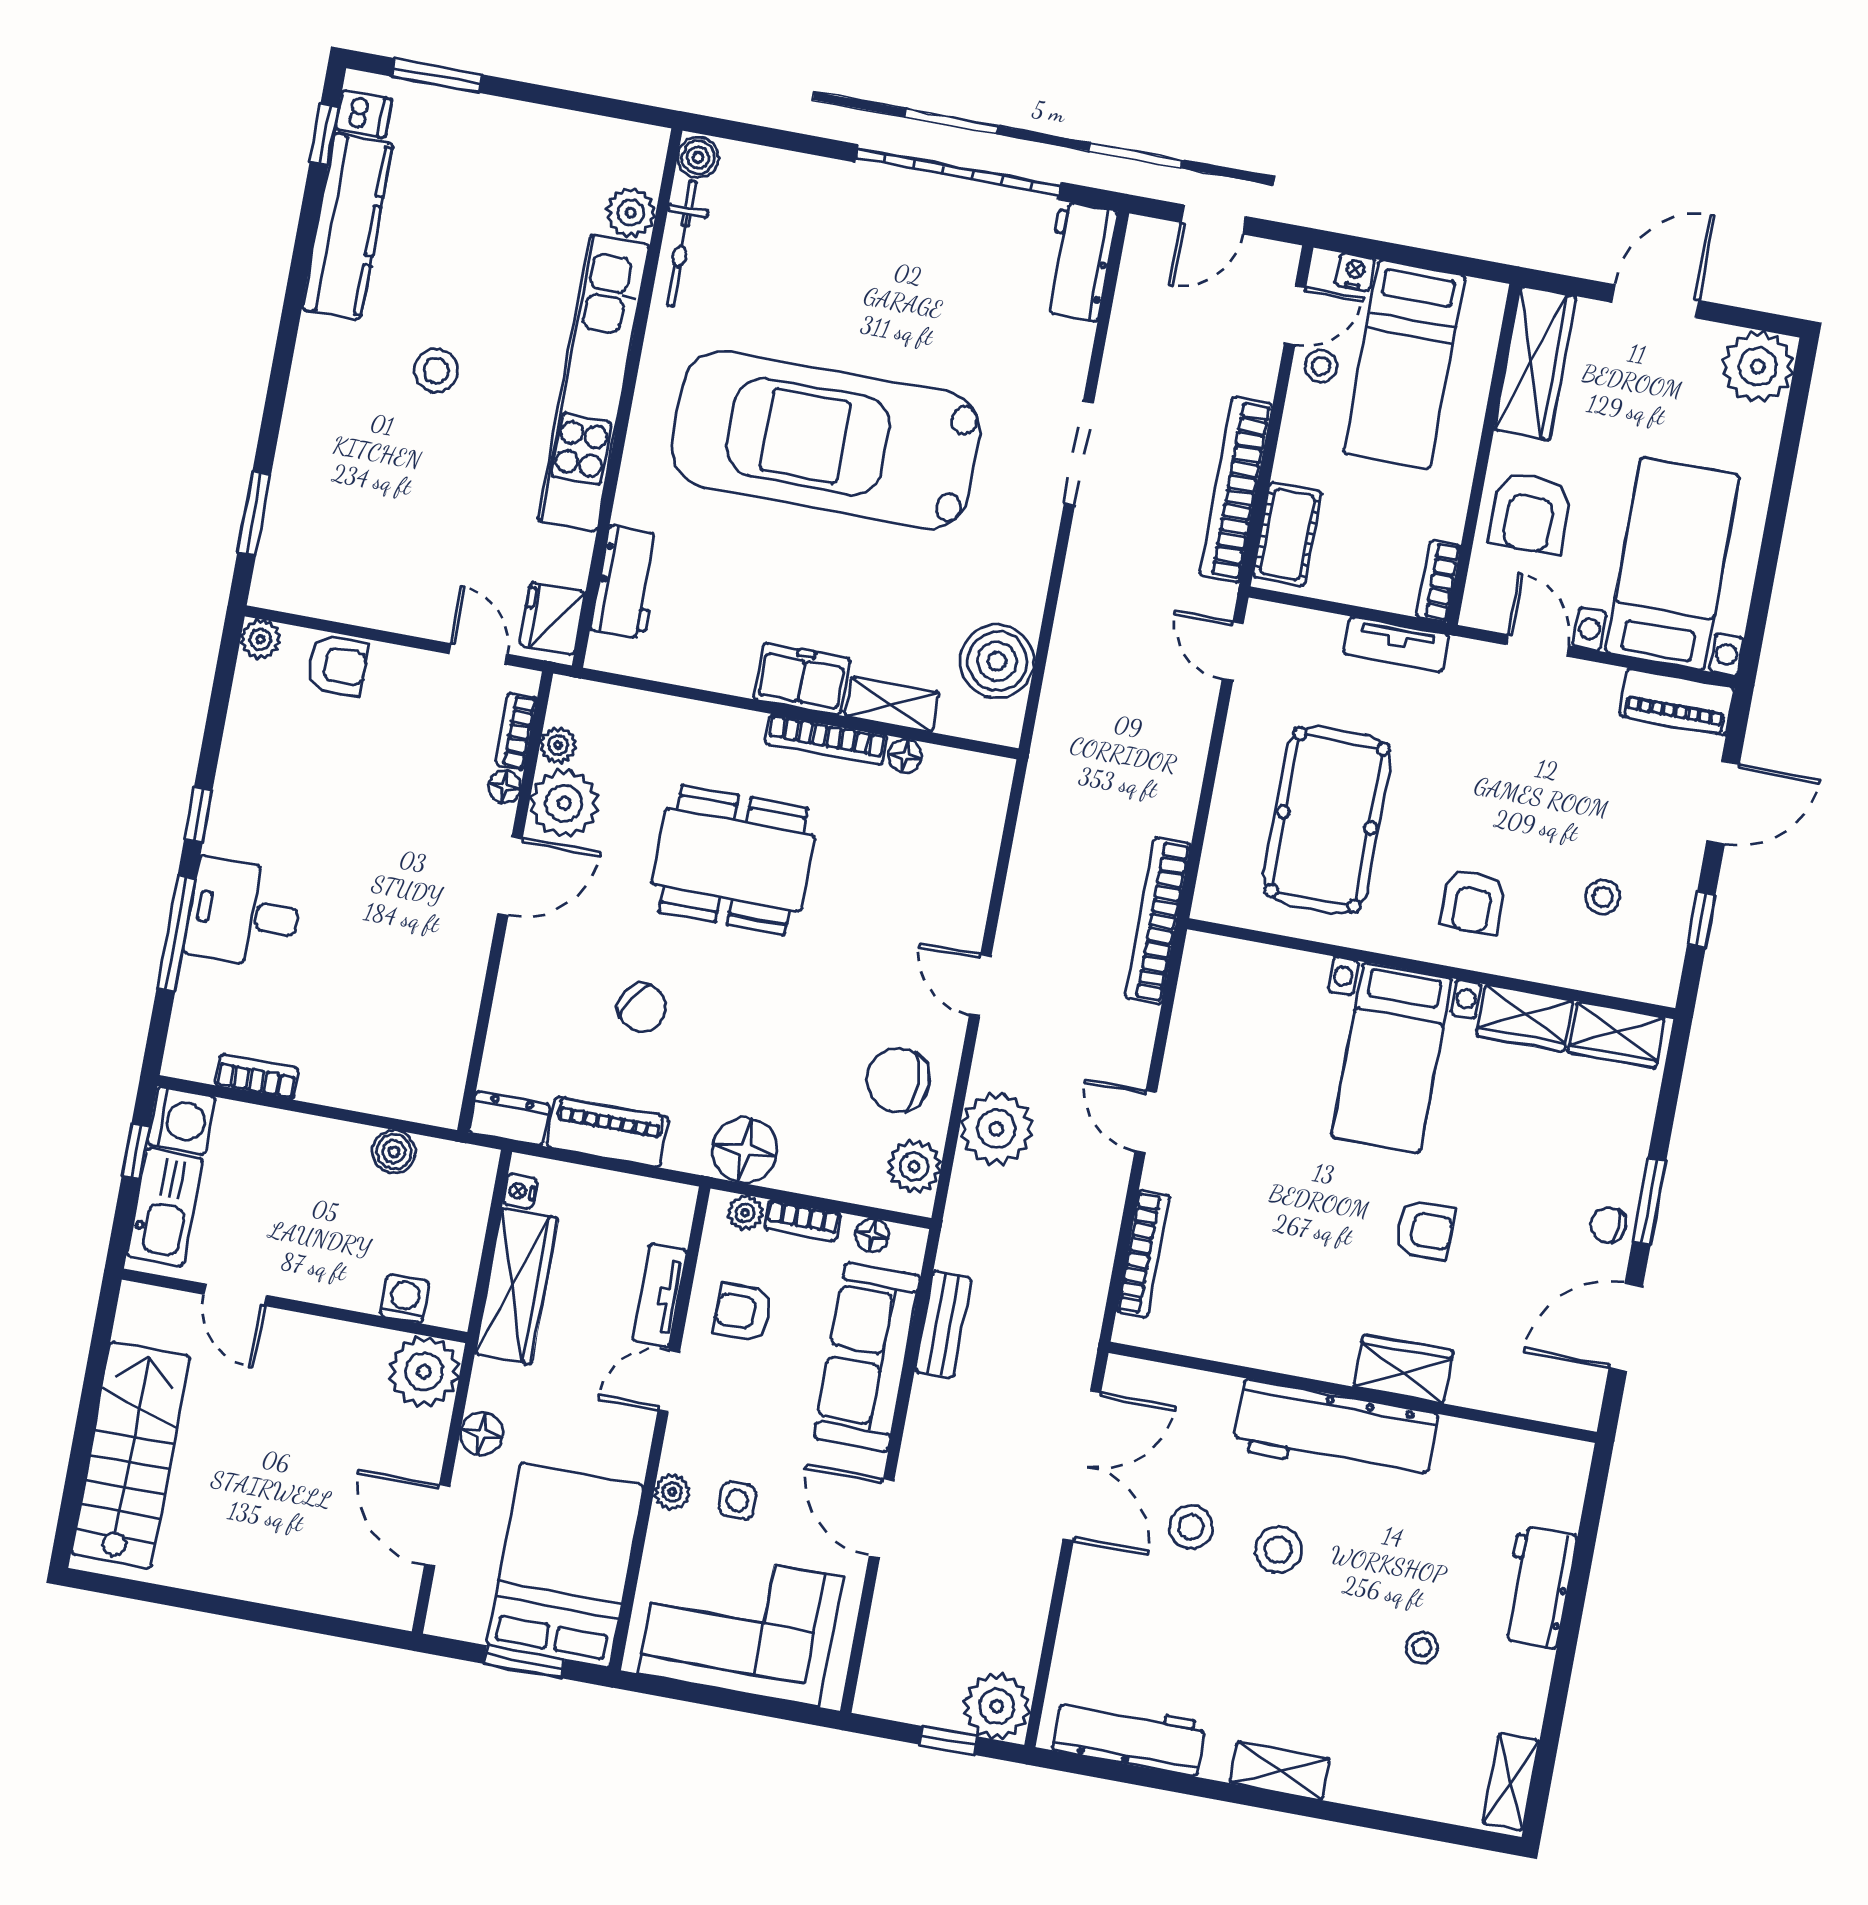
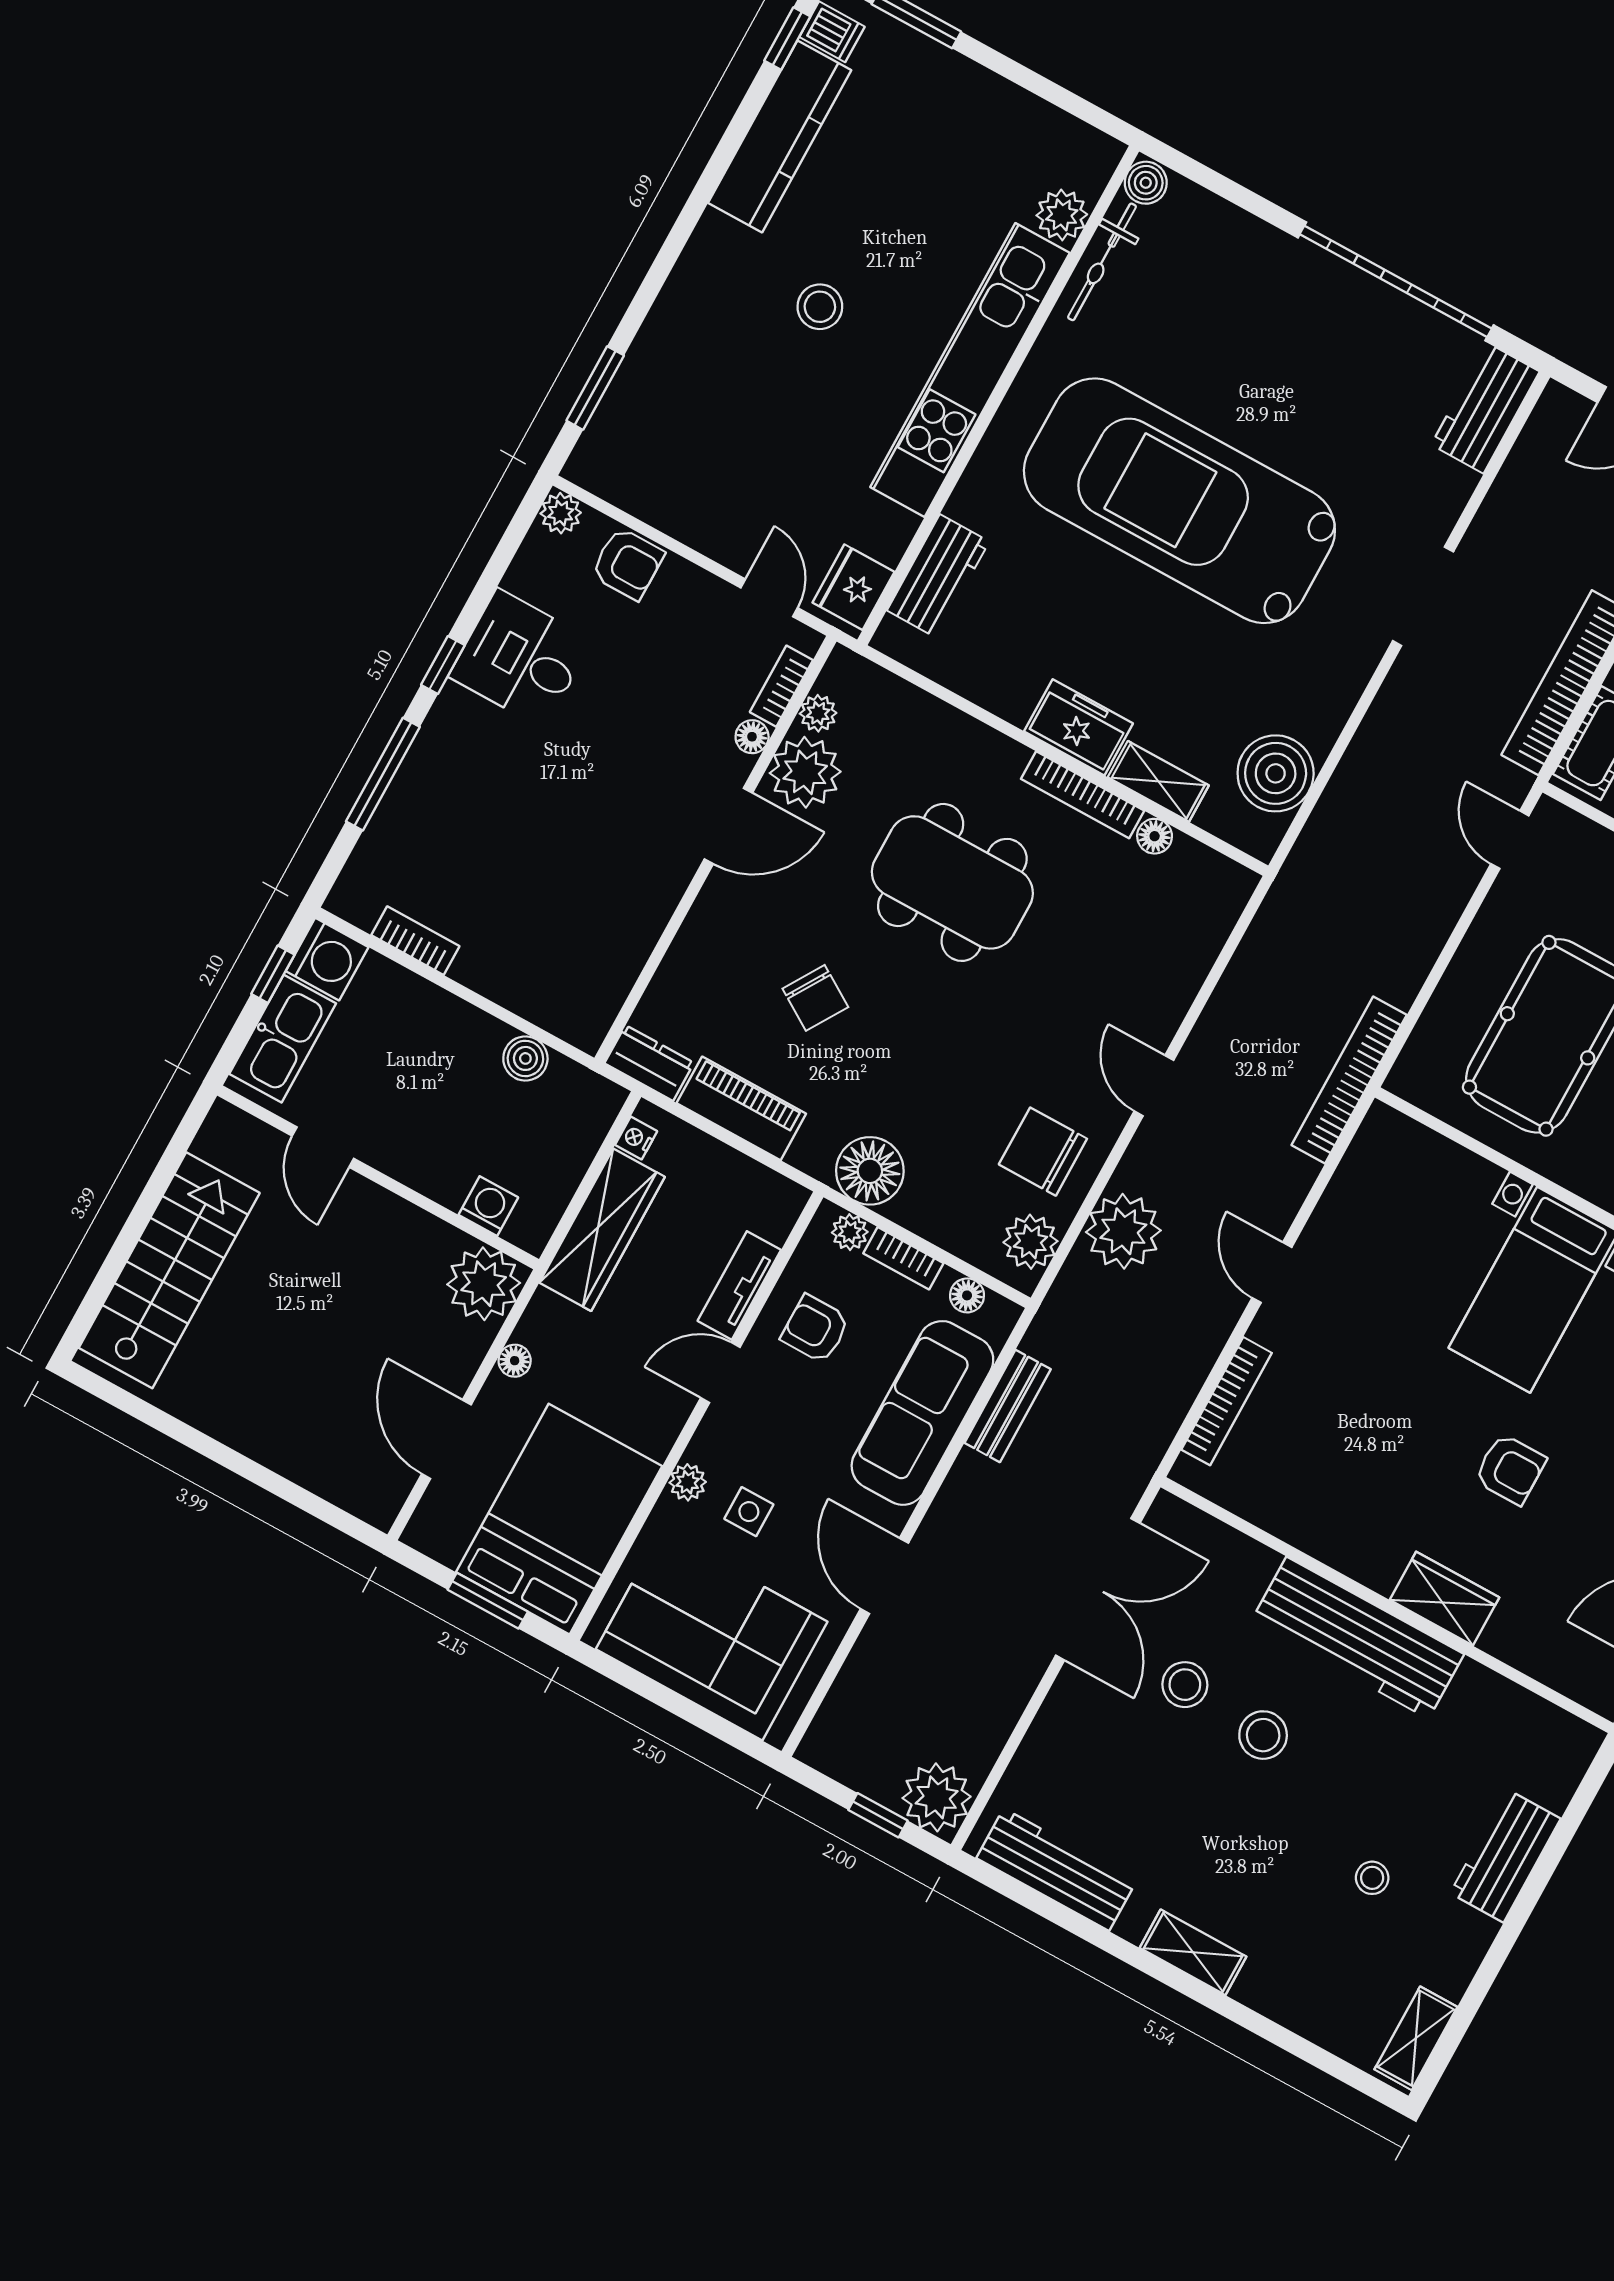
desk: (244, 913) -> (521, 658), moved
floor lamp: (482, 1434) -> (515, 1361), width x0.73, depth x0.73

